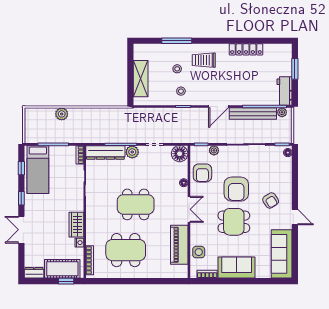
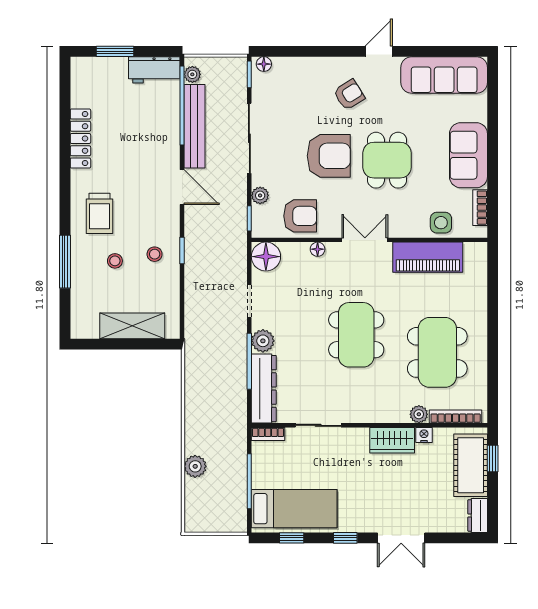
plant: (91, 240) -> (419, 414), added

